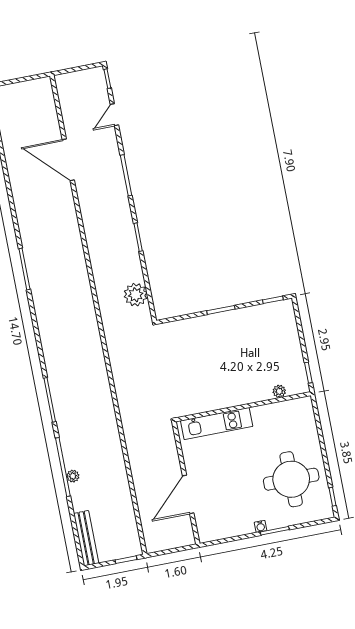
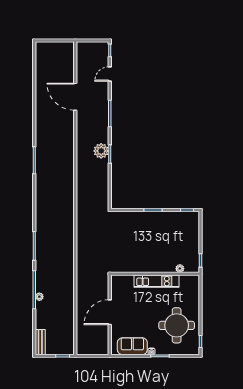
plant: (136, 295) -> (101, 151), moved
kitchen unit: (217, 424) -> (156, 281), moved
door: (188, 494) -> (110, 312), moved
sofa: (230, 524) -> (132, 346), added
bench: (86, 538) -> (40, 342), width x0.73

